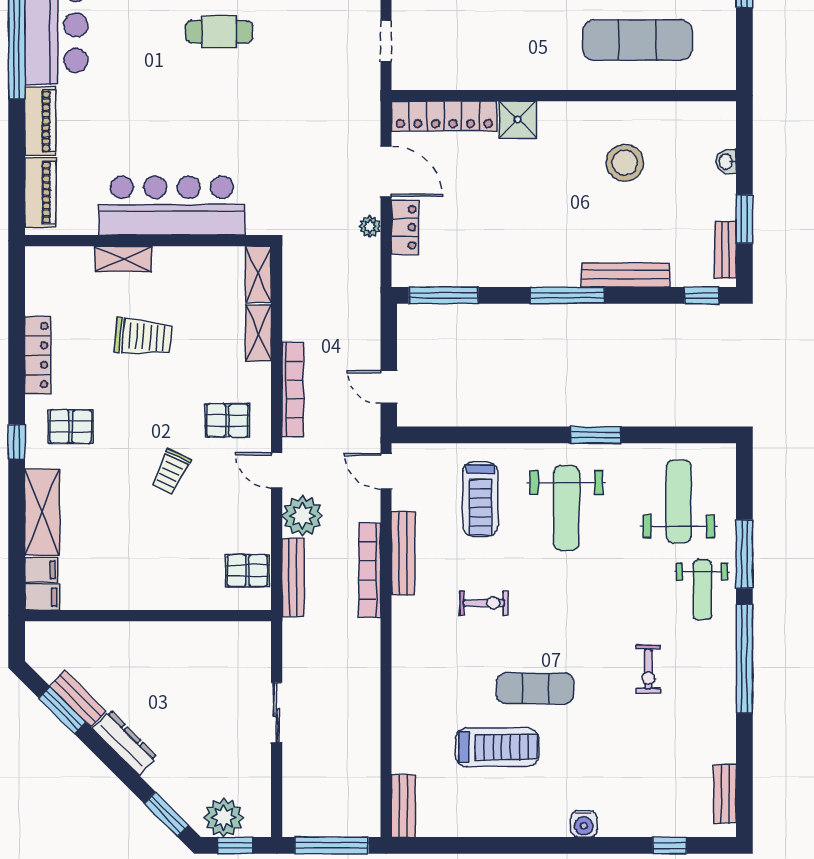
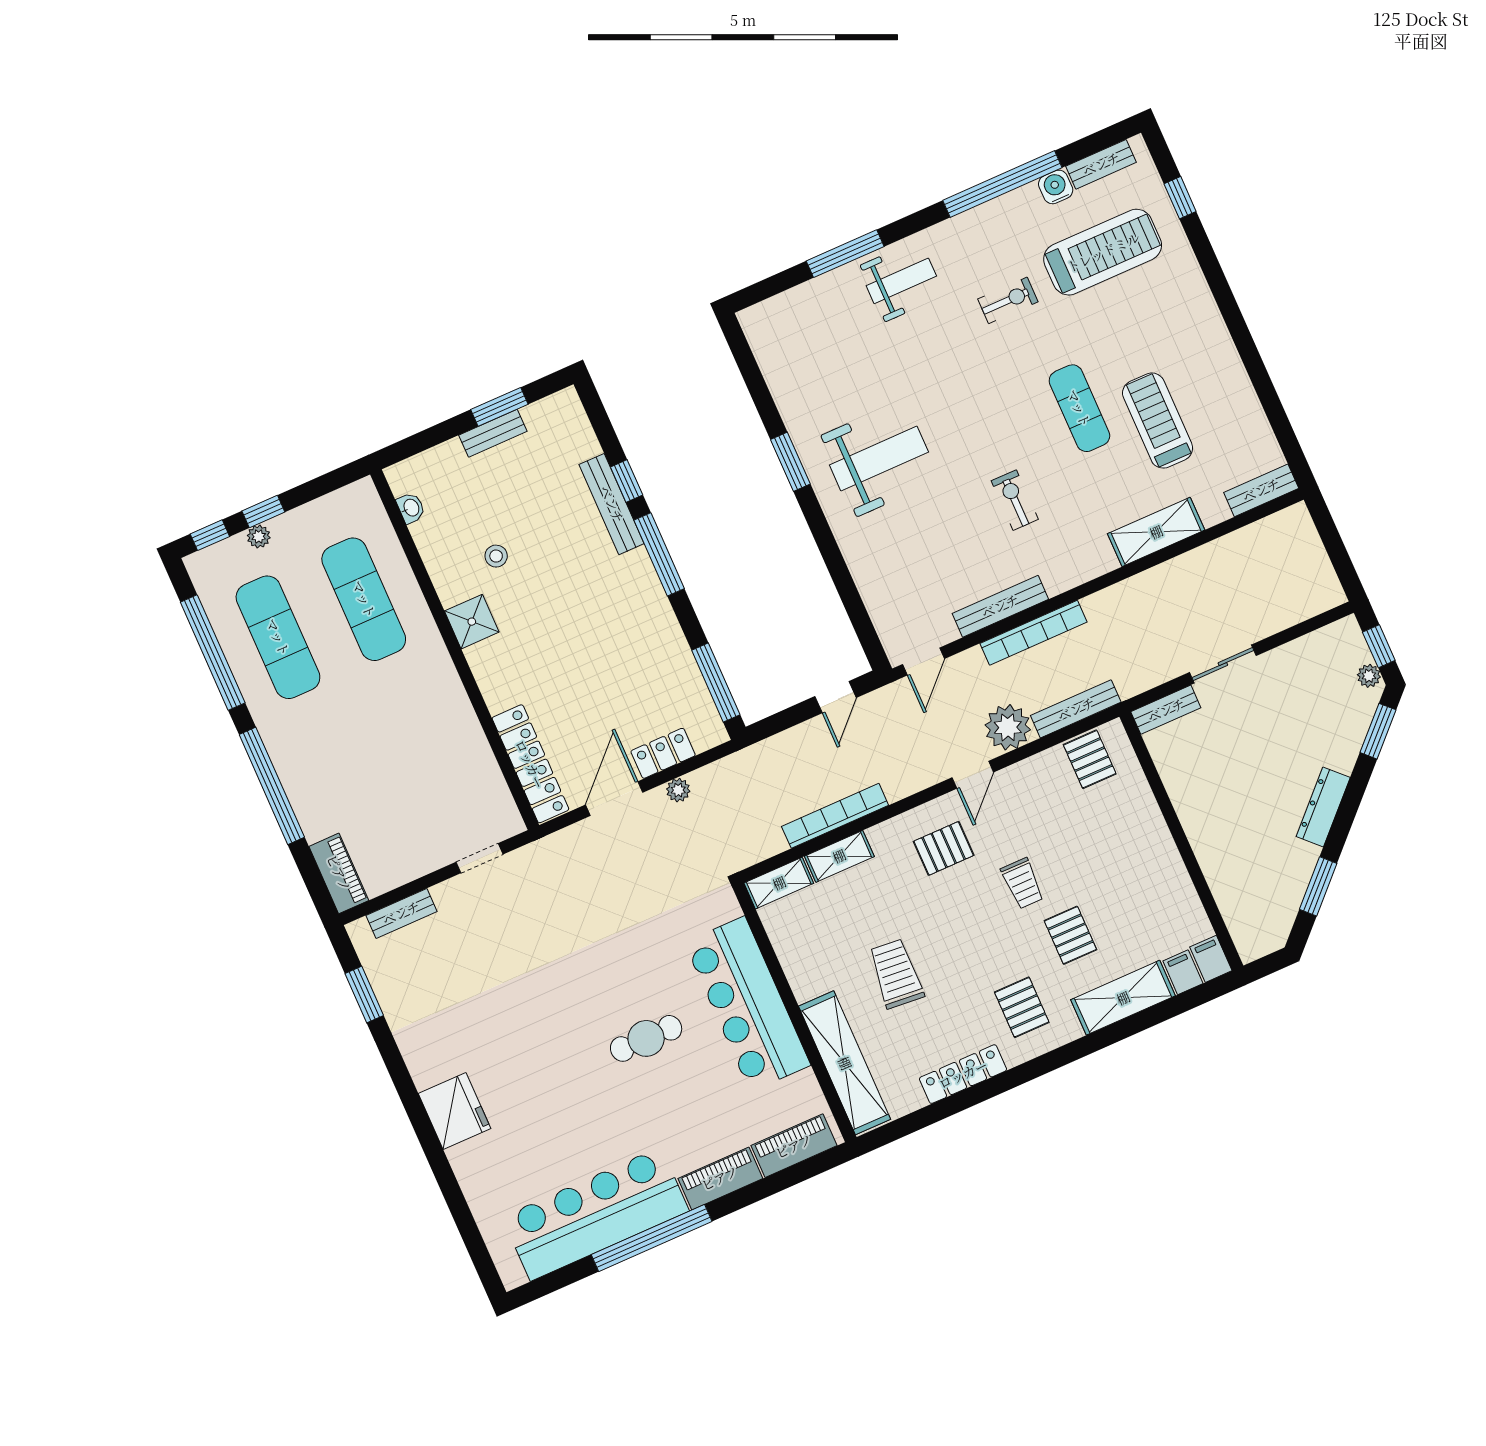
cafe table: (219, 32) -> (646, 1038), moved, turned 90
shower: (518, 120) -> (472, 622), moved
washbasin: (726, 161) -> (411, 508), moved, turned -90
stool: (625, 163) -> (496, 556), width x0.53, depth x0.53
bench: (725, 250) -> (493, 433), moved
shelving: (123, 259) -> (845, 1063), width x2.20, depth x1.33
window: (702, 295) -> (627, 481), moved
bookcase: (293, 389) -> (835, 816), moved
pallet: (227, 420) -> (944, 848), turned 90
window: (17, 442) -> (1062, 1056), removed
trolley: (171, 472) -> (1022, 883), turned 65
pallet: (112, 492) -> (1070, 935), added
treadmill: (480, 499) -> (1103, 252), moved, width x1.37, depth x1.38
weight bench: (679, 502) -> (821, 345), removed
window: (744, 659) -> (1002, 184), moved
bench: (78, 698) -> (1166, 710), moved, turned 45
shelving: (407, 706) -> (1156, 532), added
plant: (224, 818) -> (1369, 676), width x0.53, depth x0.53
water cooler: (584, 824) -> (1056, 187), moved, turned -90
window: (332, 845) -> (1335, 546), removed

